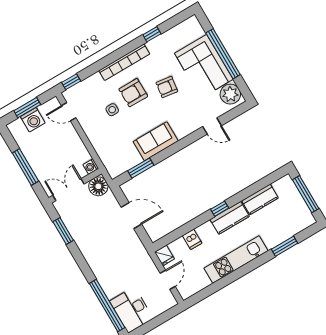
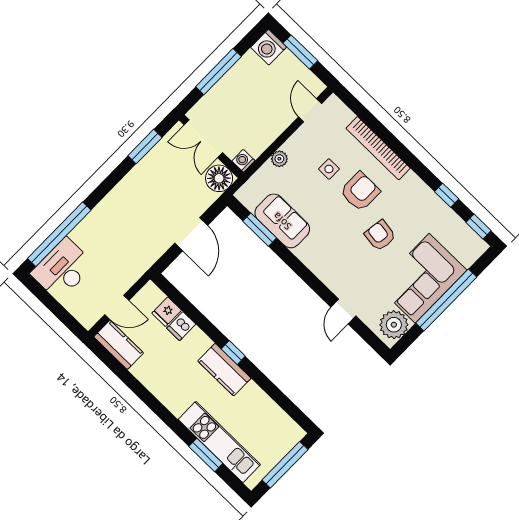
bookcase: (124, 62) -> (378, 148), moved
window: (71, 82) -> (479, 226), moved
armchair: (133, 93) -> (360, 192), turned 90
washing machine: (33, 120) -> (269, 47), moved
sofa: (156, 141) -> (282, 221), moved
plant: (96, 142) -> (279, 159), added
double door: (68, 190) -> (203, 139), swing flipped
kitchen counter: (260, 199) -> (119, 345), moved, turned 180
fridge: (164, 255) -> (167, 312), moved
kitchen unit: (236, 260) -> (219, 442), moved

